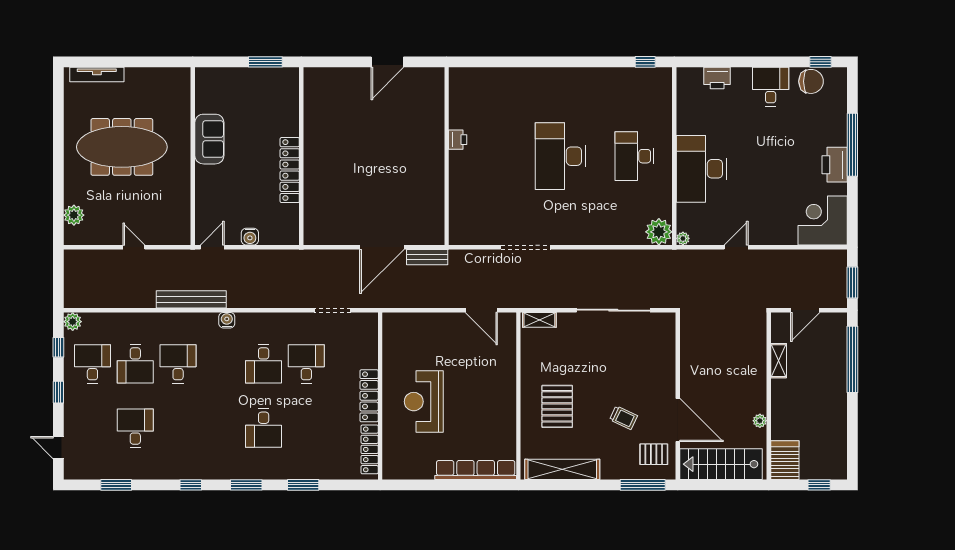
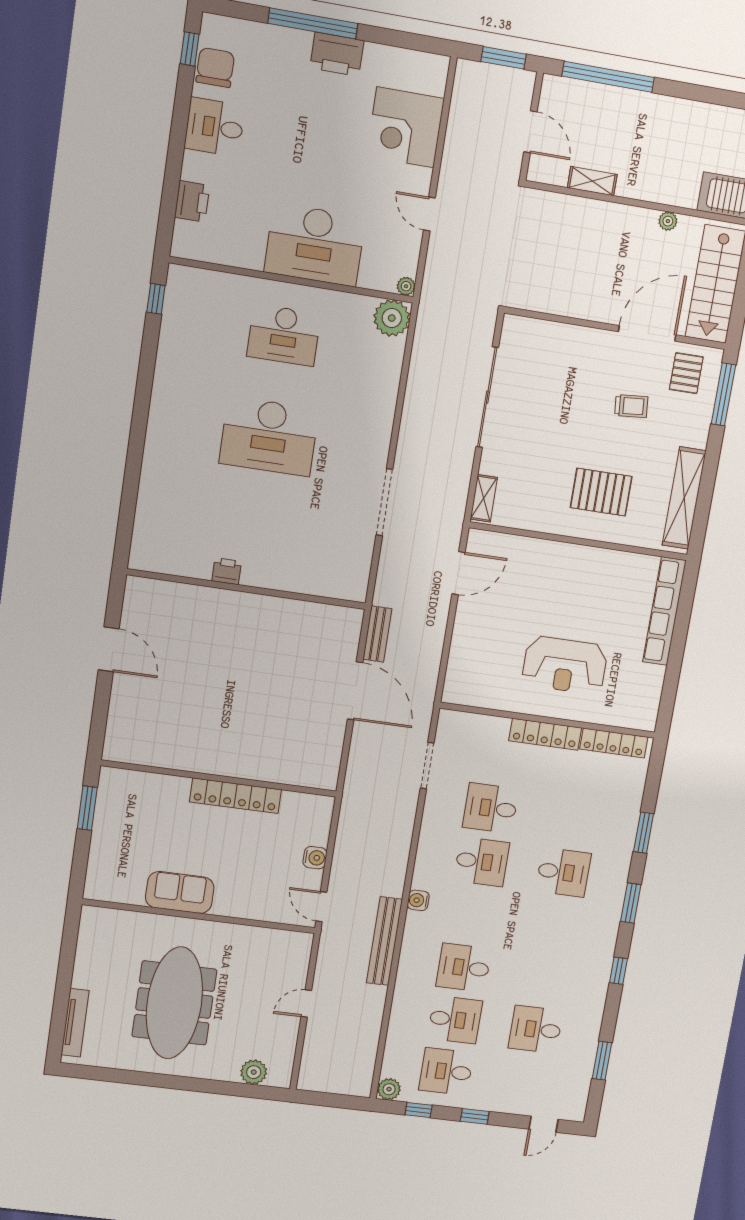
corner desk: (823, 221) -> (405, 127), moved
trolley: (623, 418) -> (631, 406), turned 60

